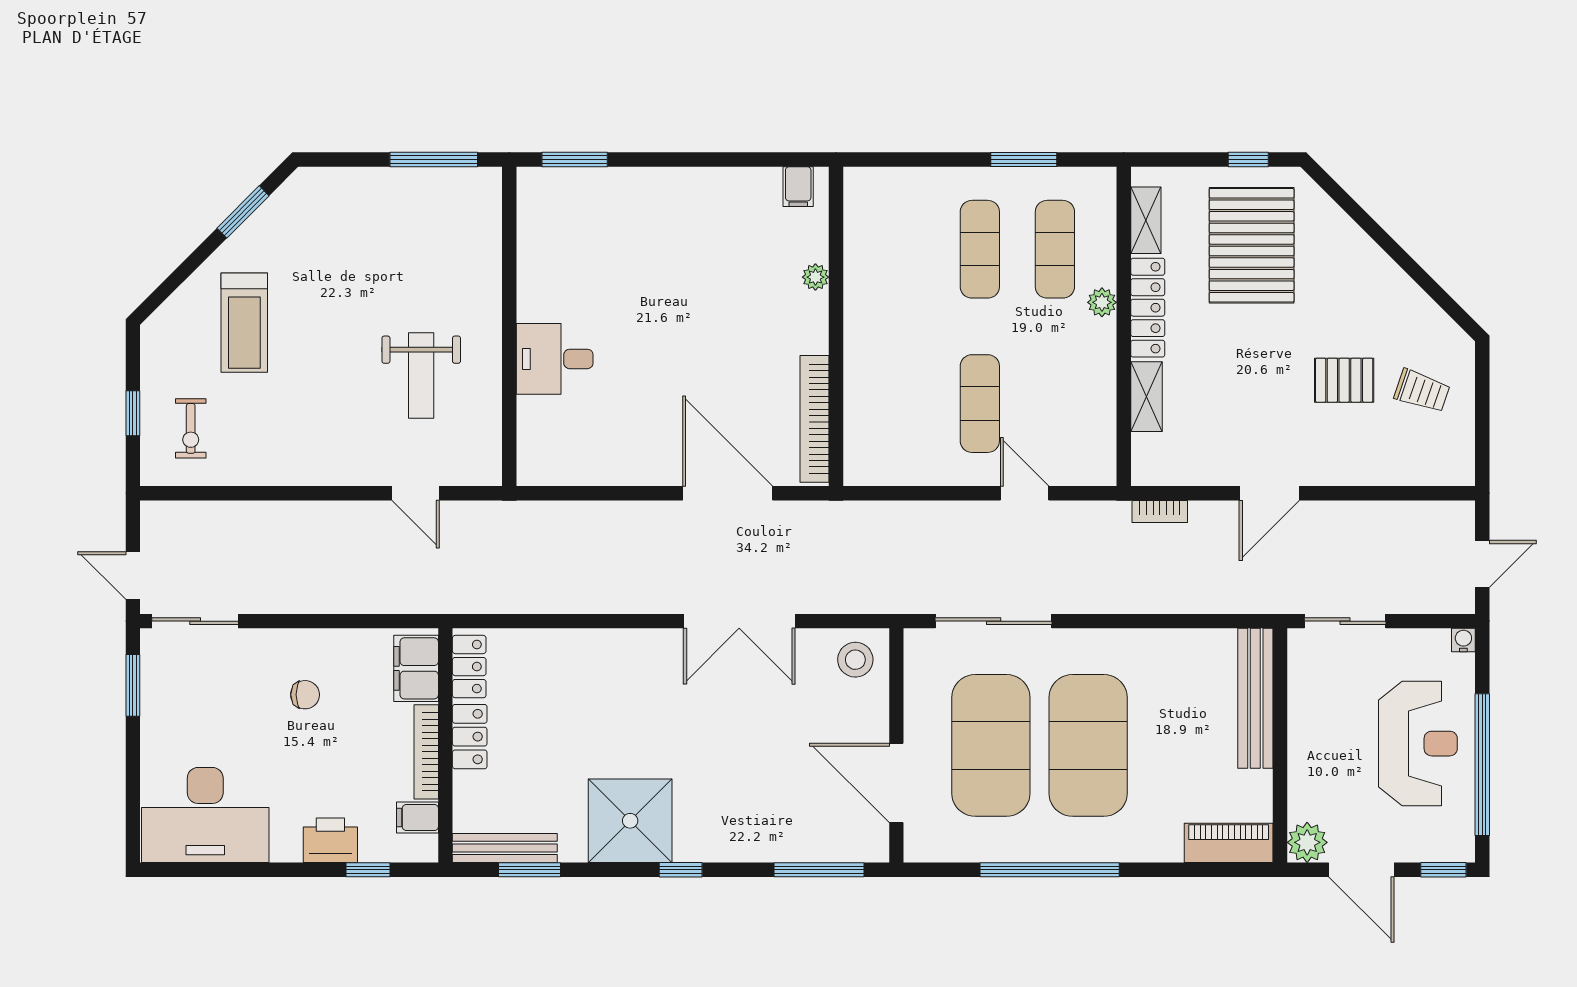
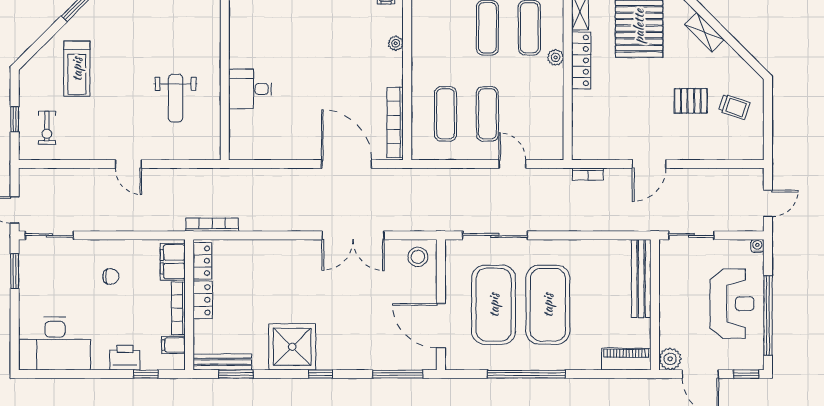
shelving: (1146, 397) -> (704, 32), moved, turned -45
exercise mat: (905, 404) -> (445, 114), added
door: (416, 493) -> (128, 164), moved
bookcase: (487, 602) -> (212, 225), added

